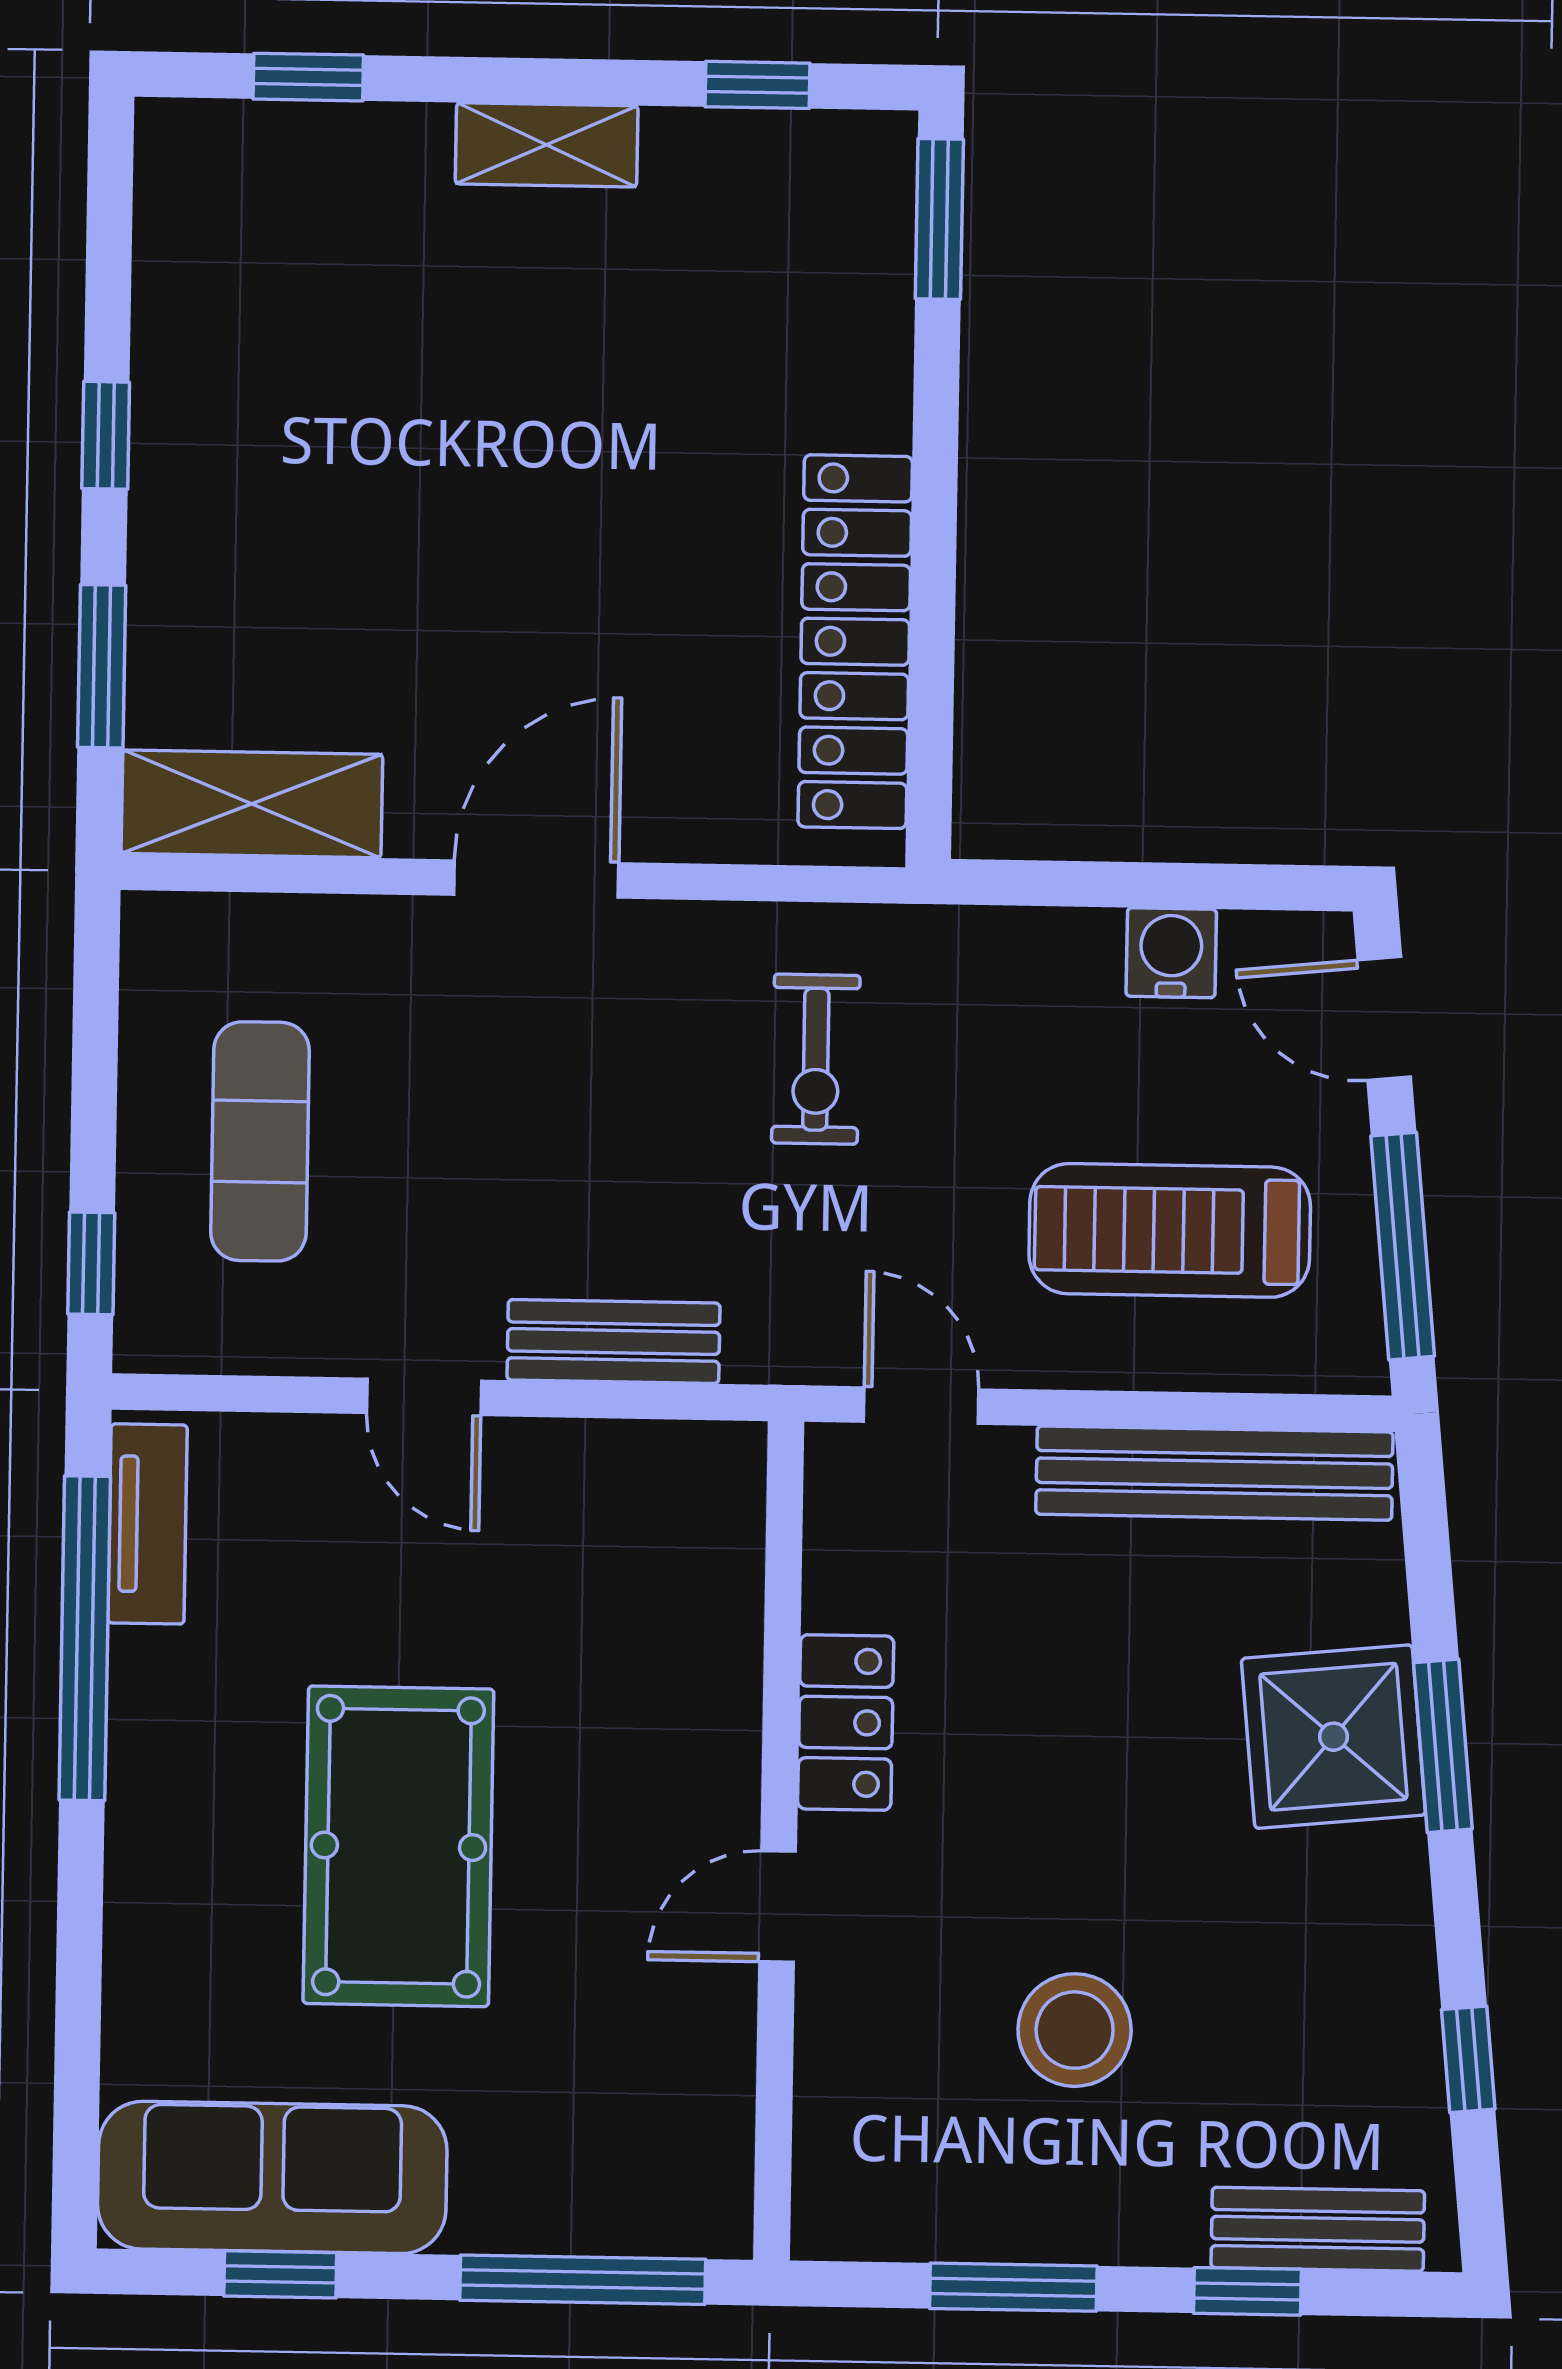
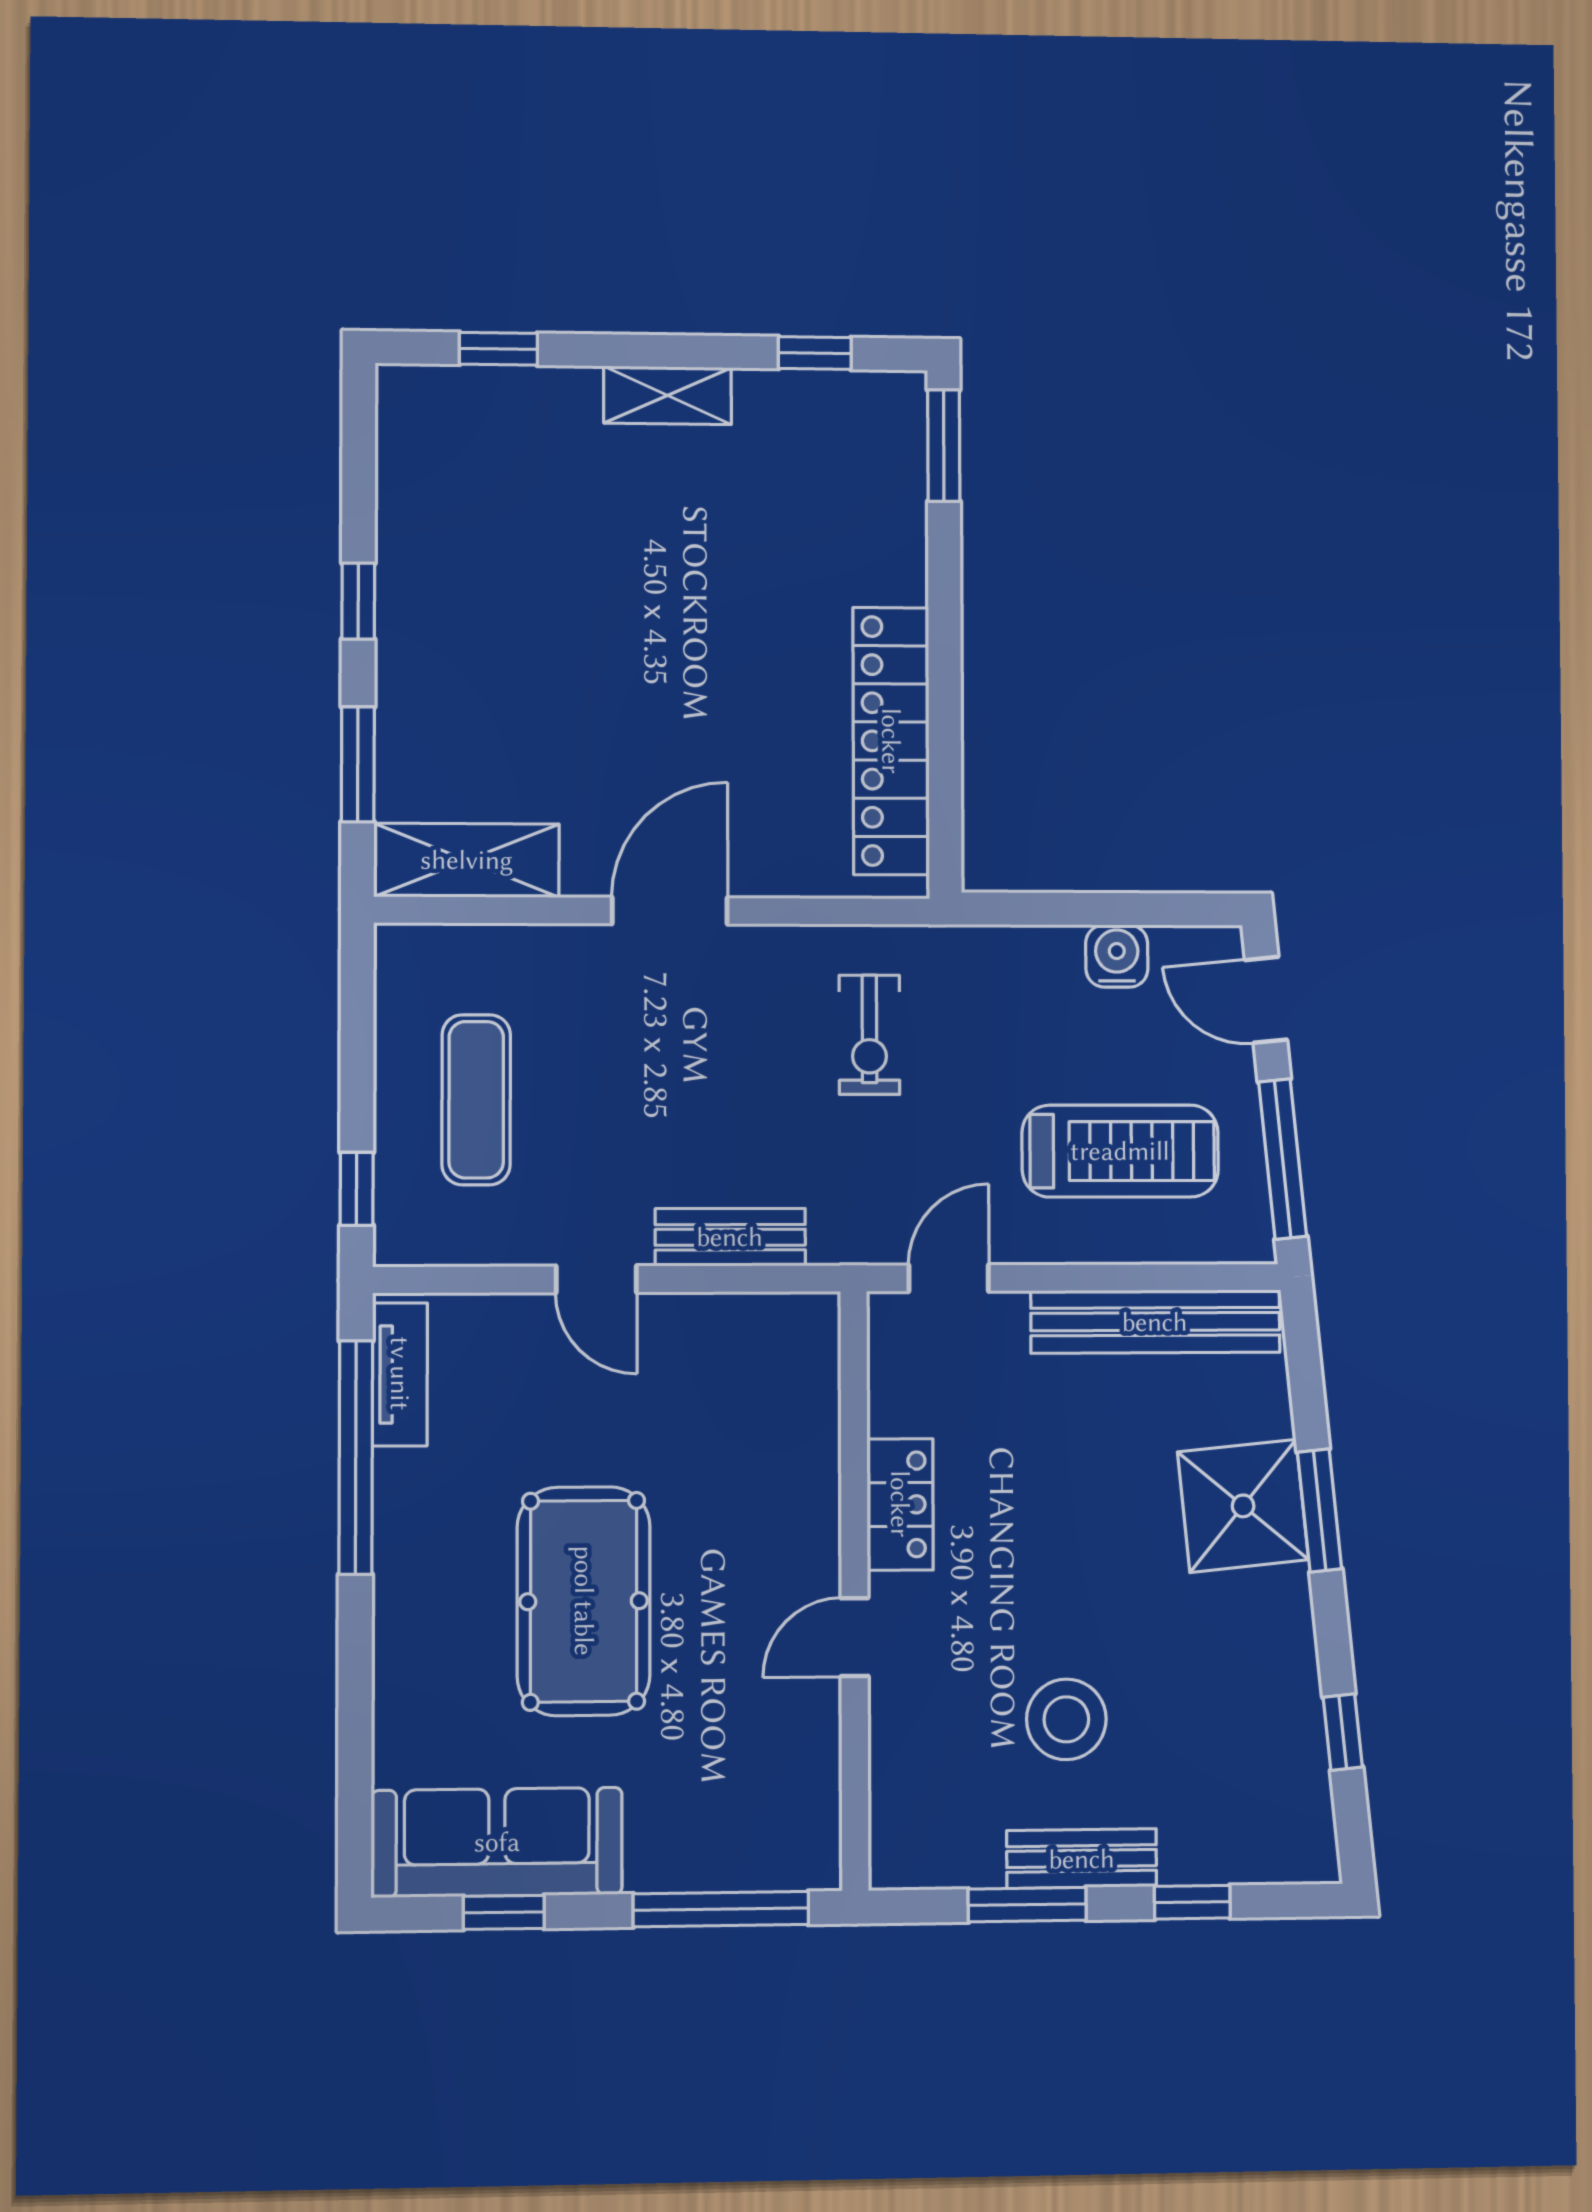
treadmill: (1170, 1230) -> (1120, 1151), turned 180
door: (921, 1406) -> (949, 1278), hinge flipped
bench: (1318, 2229) -> (1082, 1859), moved

